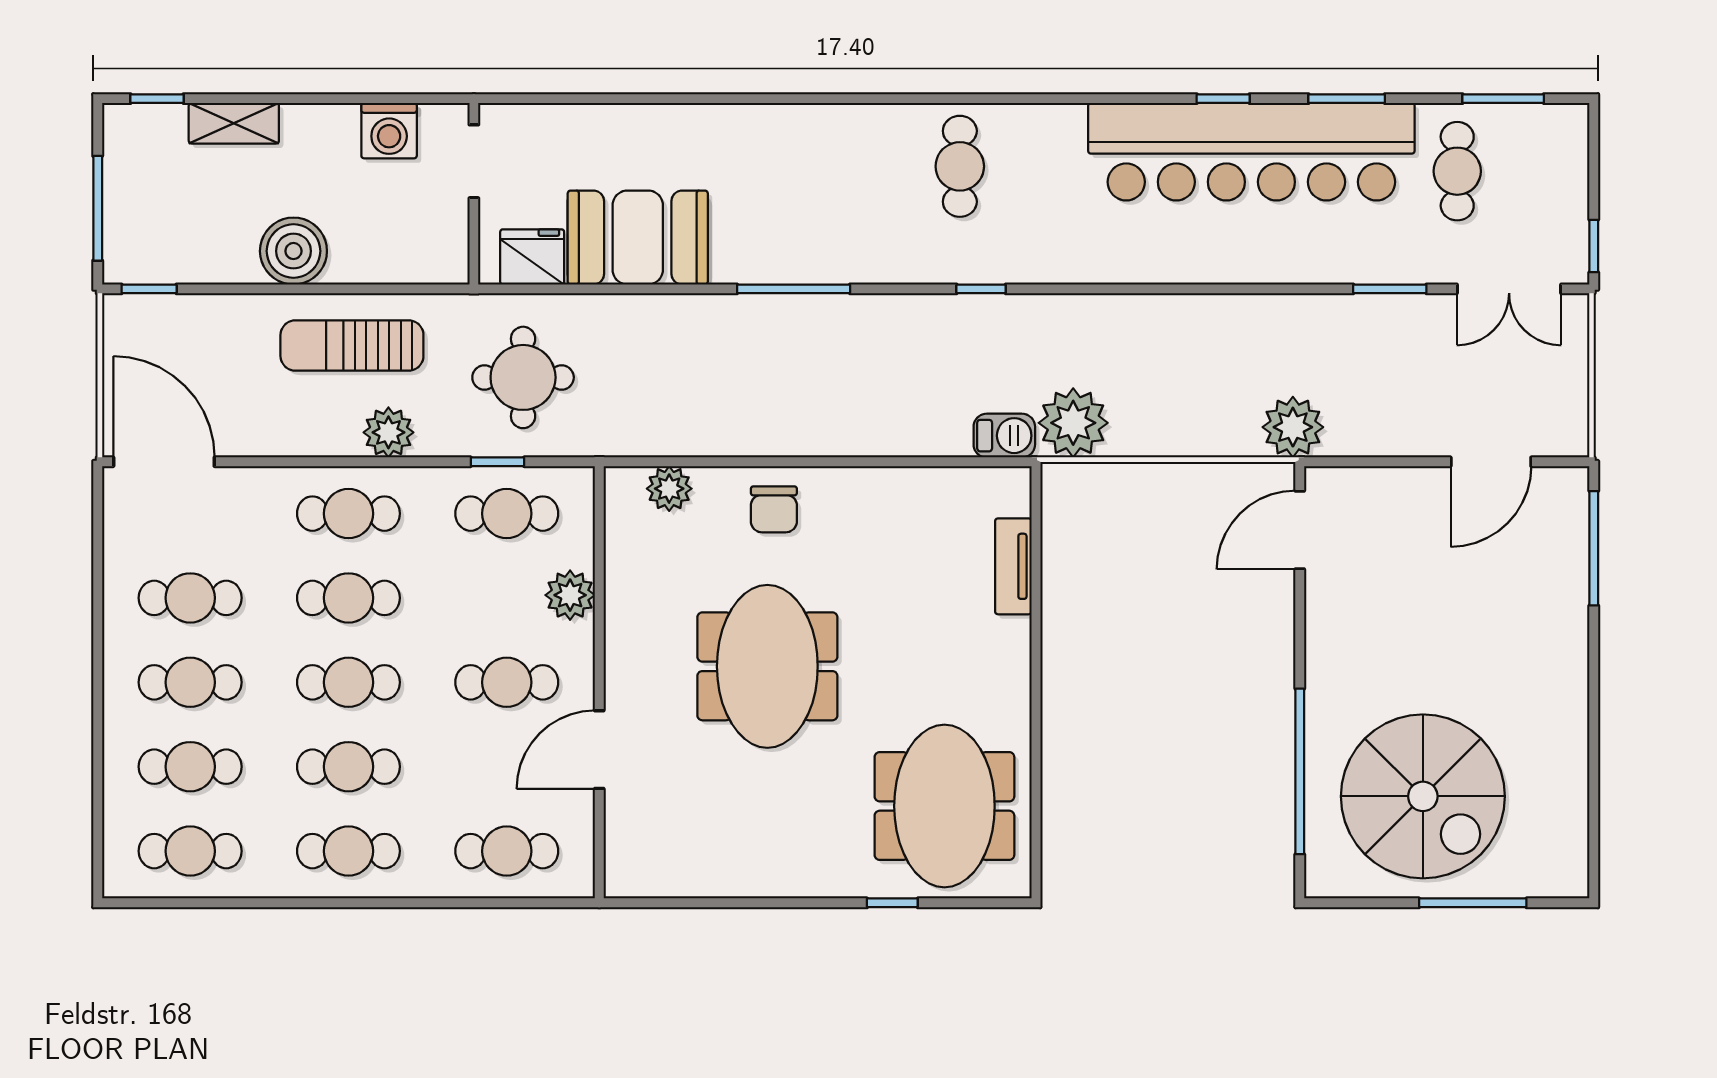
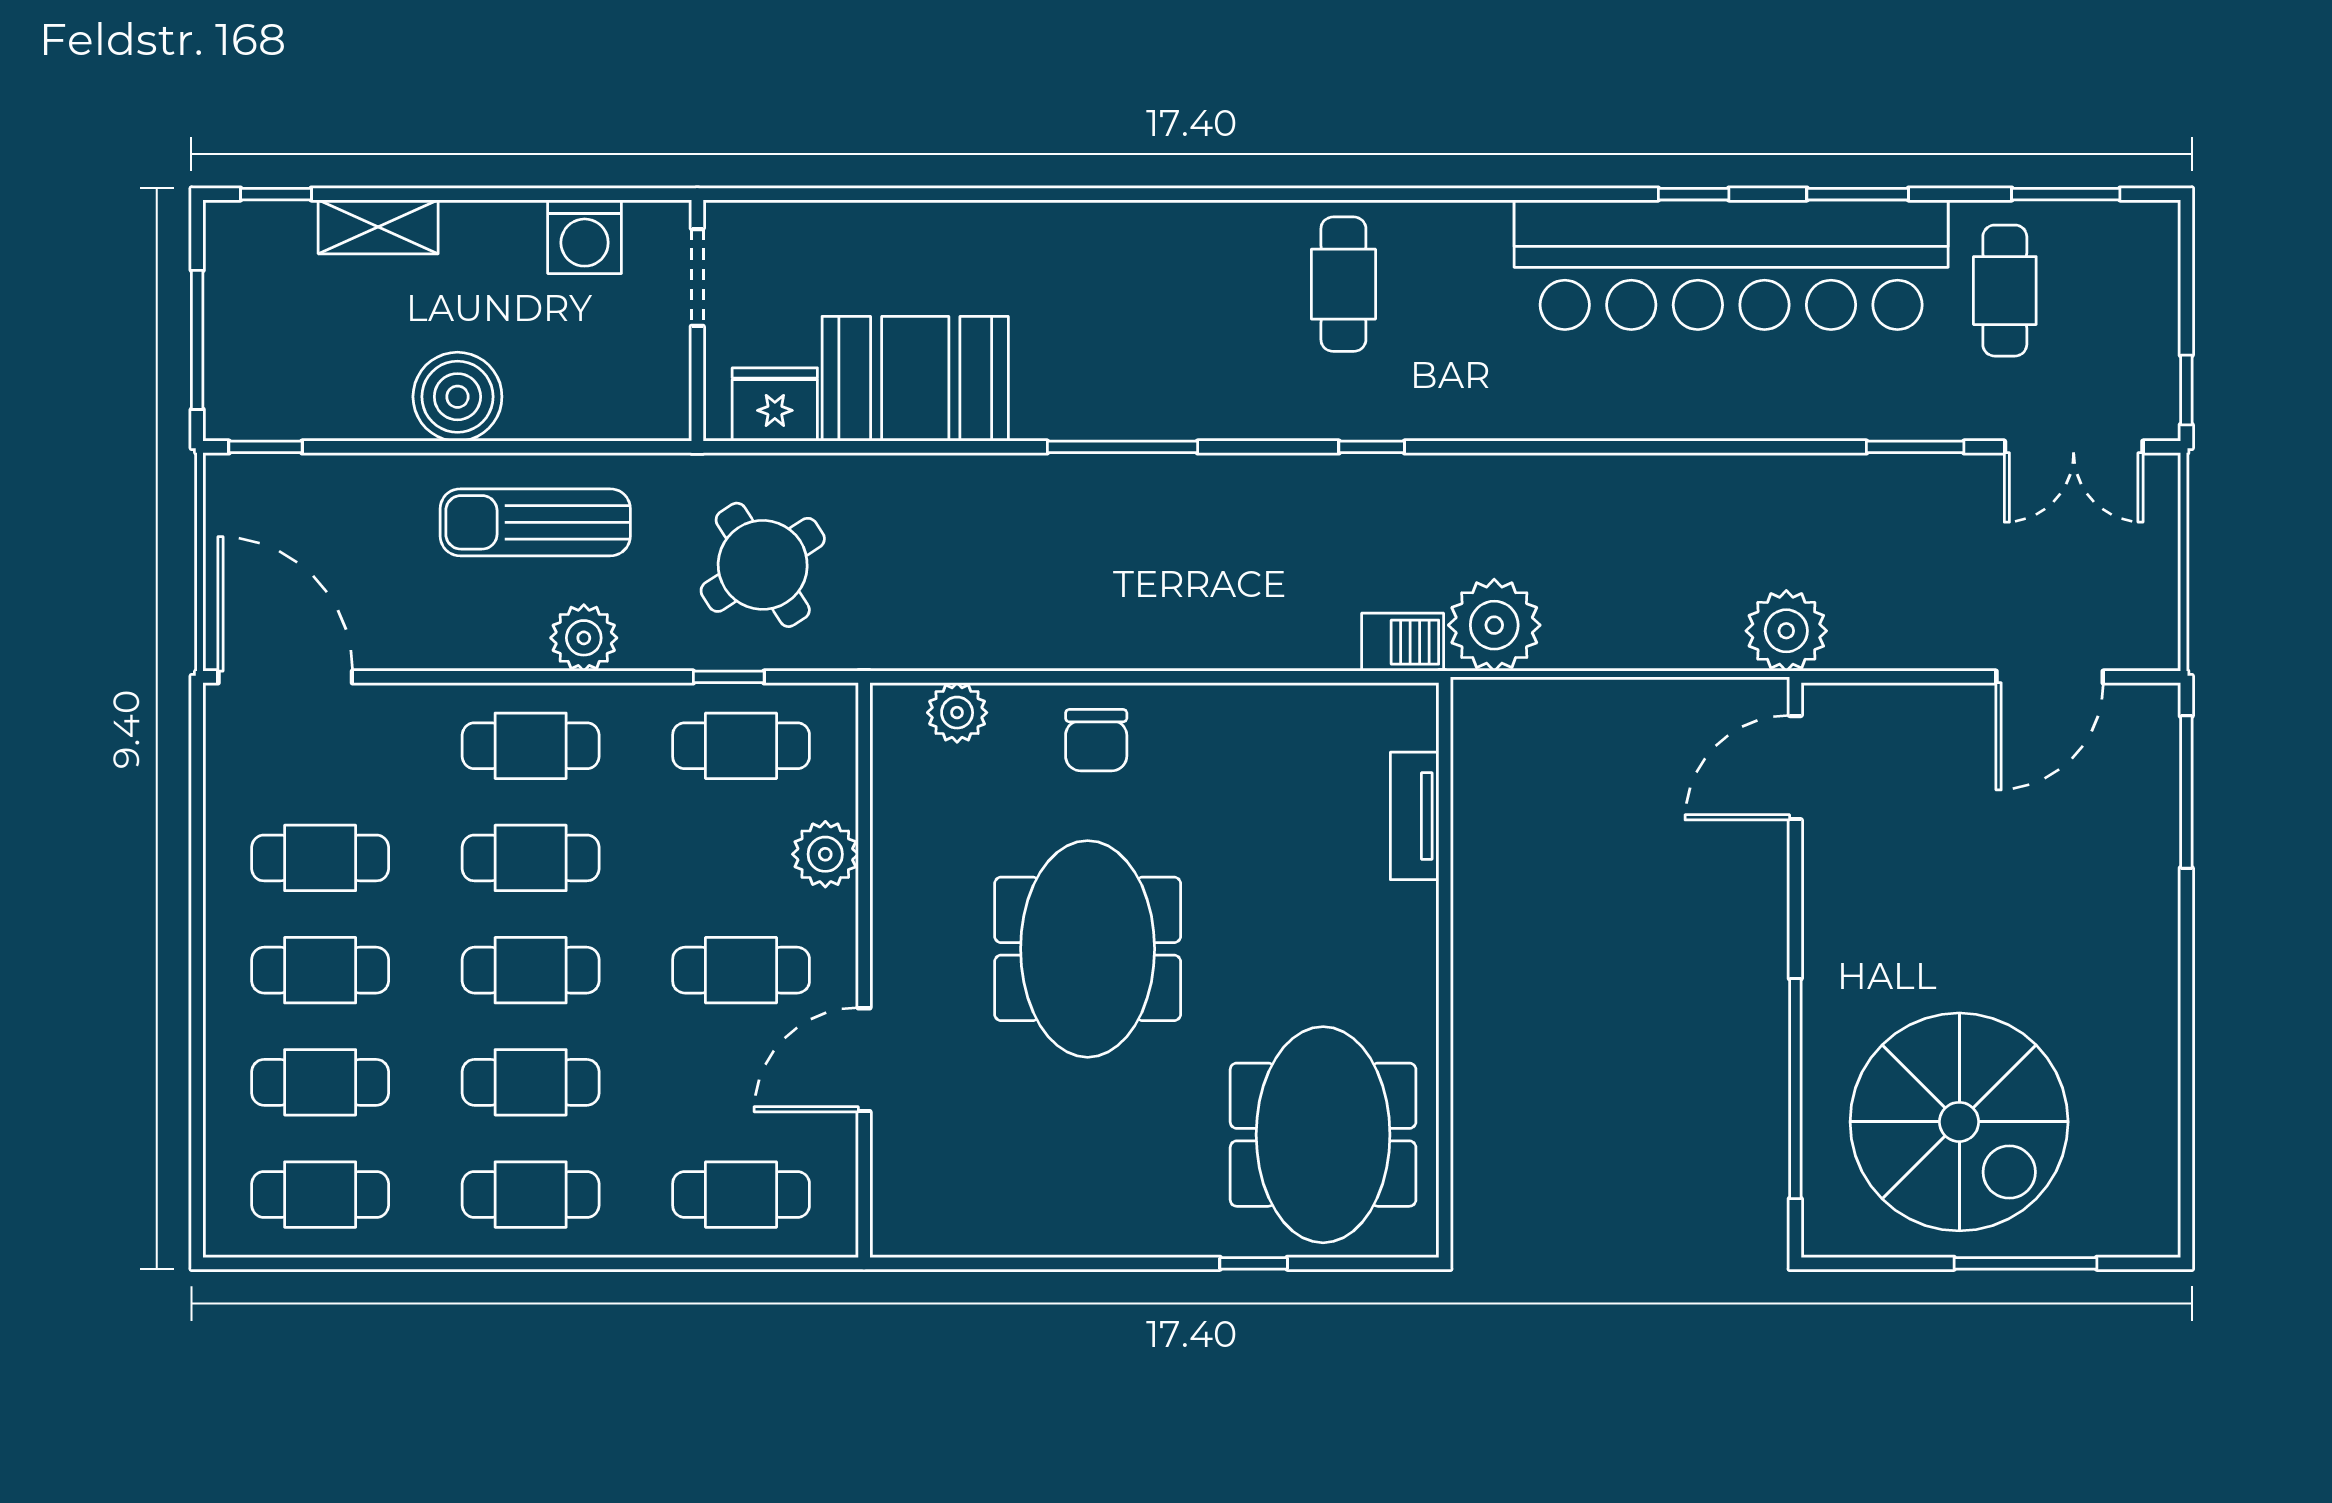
round table: (523, 377) -> (763, 565), turned -33

